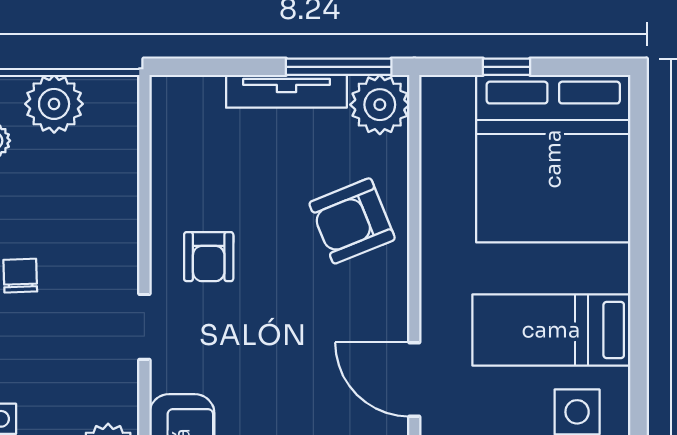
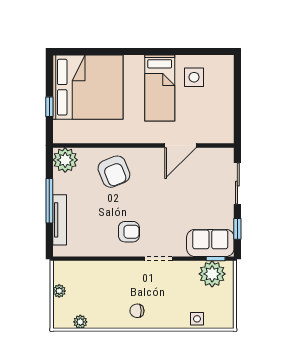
window: (339, 67) -> (49, 201), moved
tv unit: (286, 91) -> (60, 220), moved
plant: (54, 104) -> (59, 291), width x0.53, depth x0.53

